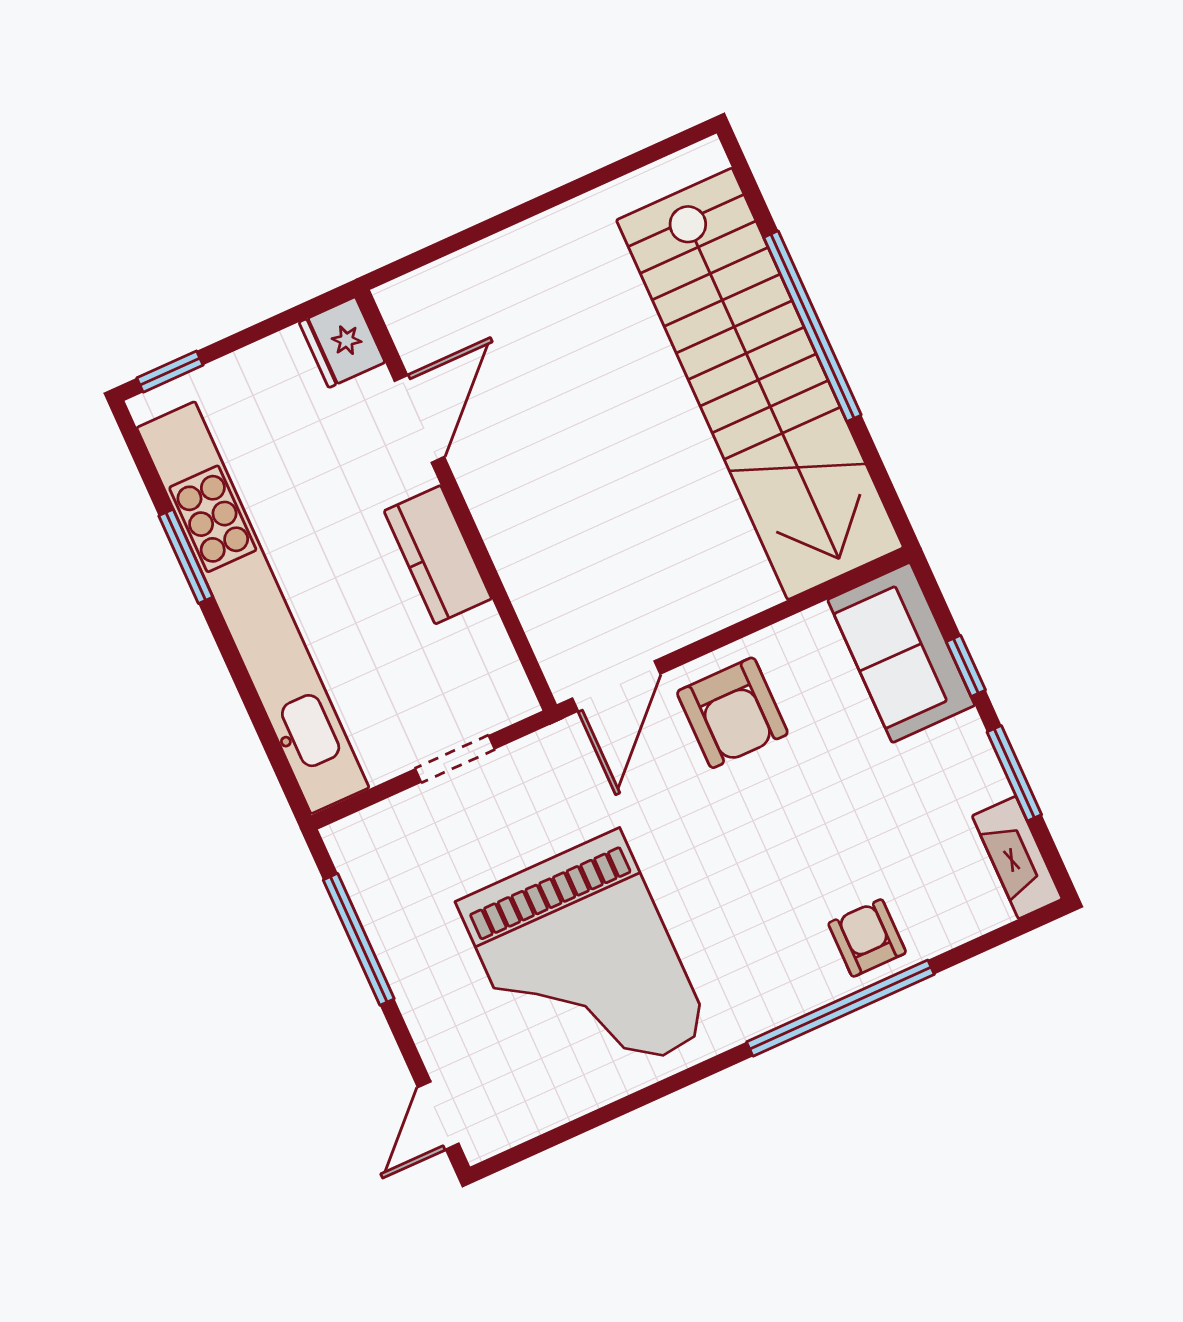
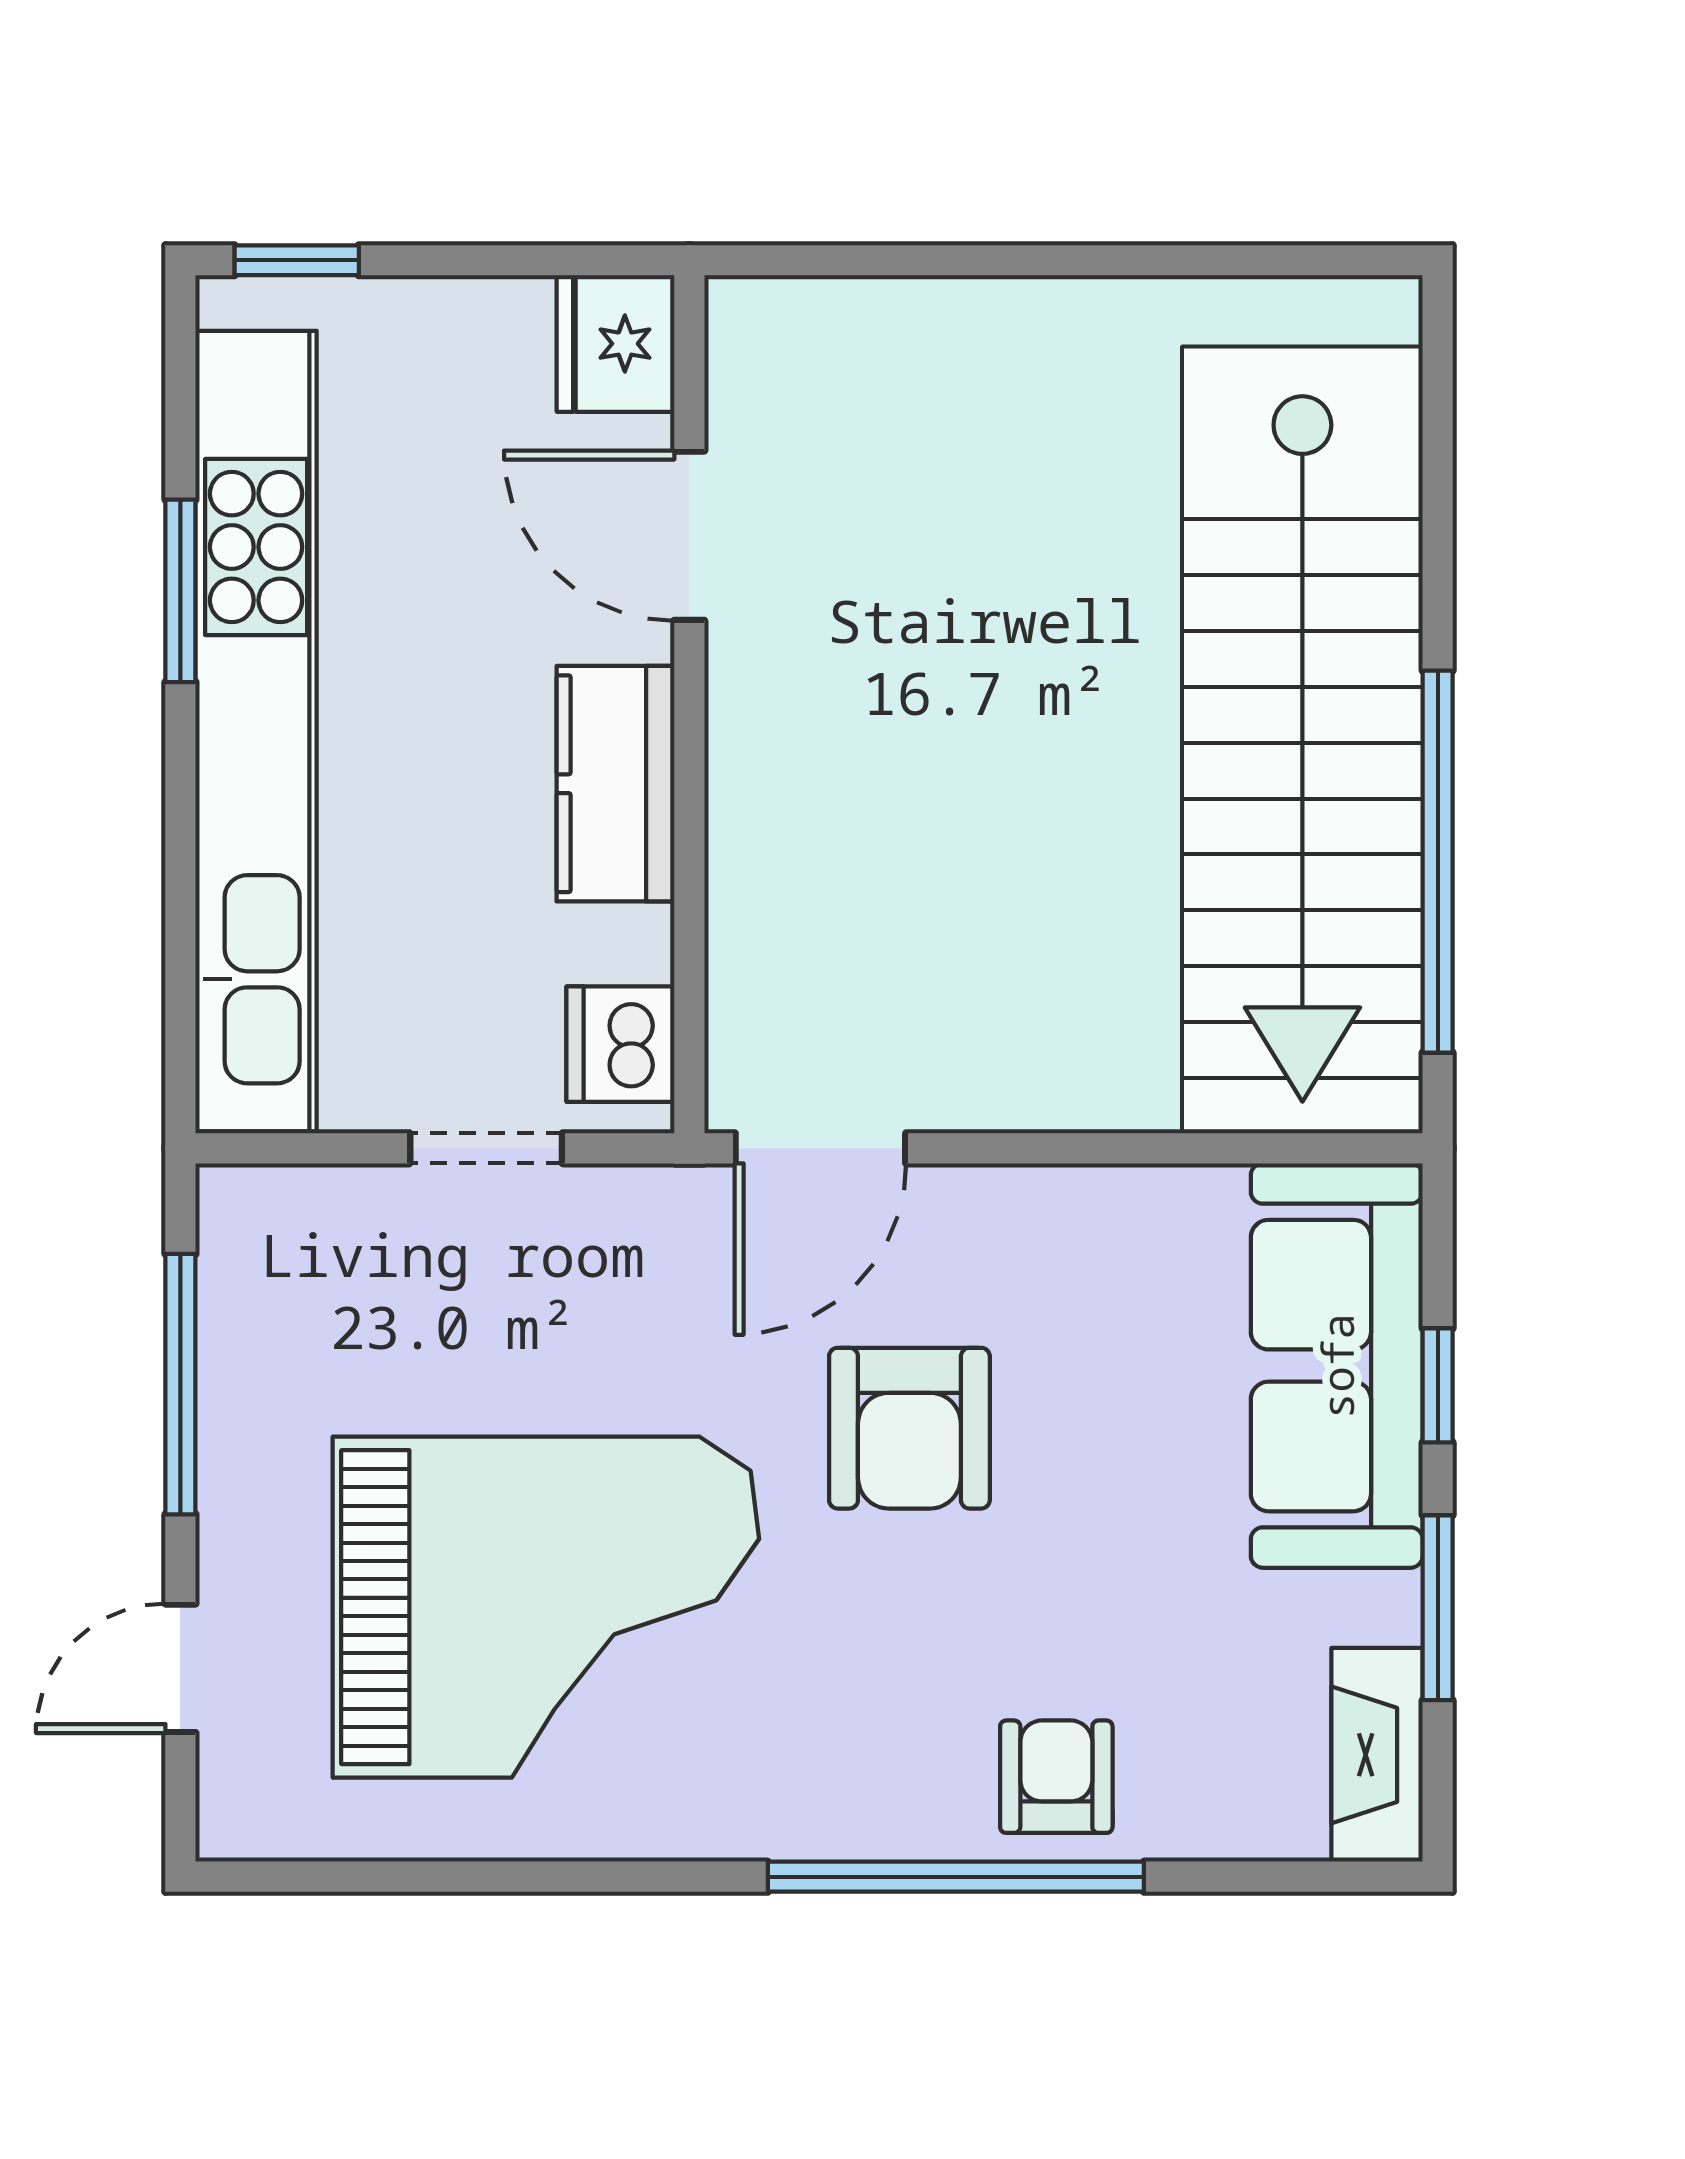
window: (812, 326) -> (1438, 862), moved
door: (419, 419) -> (689, 536), swing flipped
sofa: (901, 653) -> (1337, 1366), width x1.36
dishwasher: (497, 679) -> (620, 1044), added
armchair: (732, 713) -> (909, 1428), moved
grand piano: (584, 967) -> (546, 1607), turned -90
door: (438, 1115) -> (180, 1668), moved

